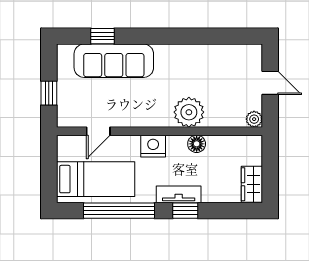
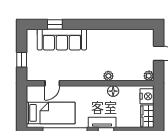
plant: (189, 112) -> (108, 76), width x0.53, depth x0.53
nightstand: (153, 146) -> (147, 96), moved, turned 90

